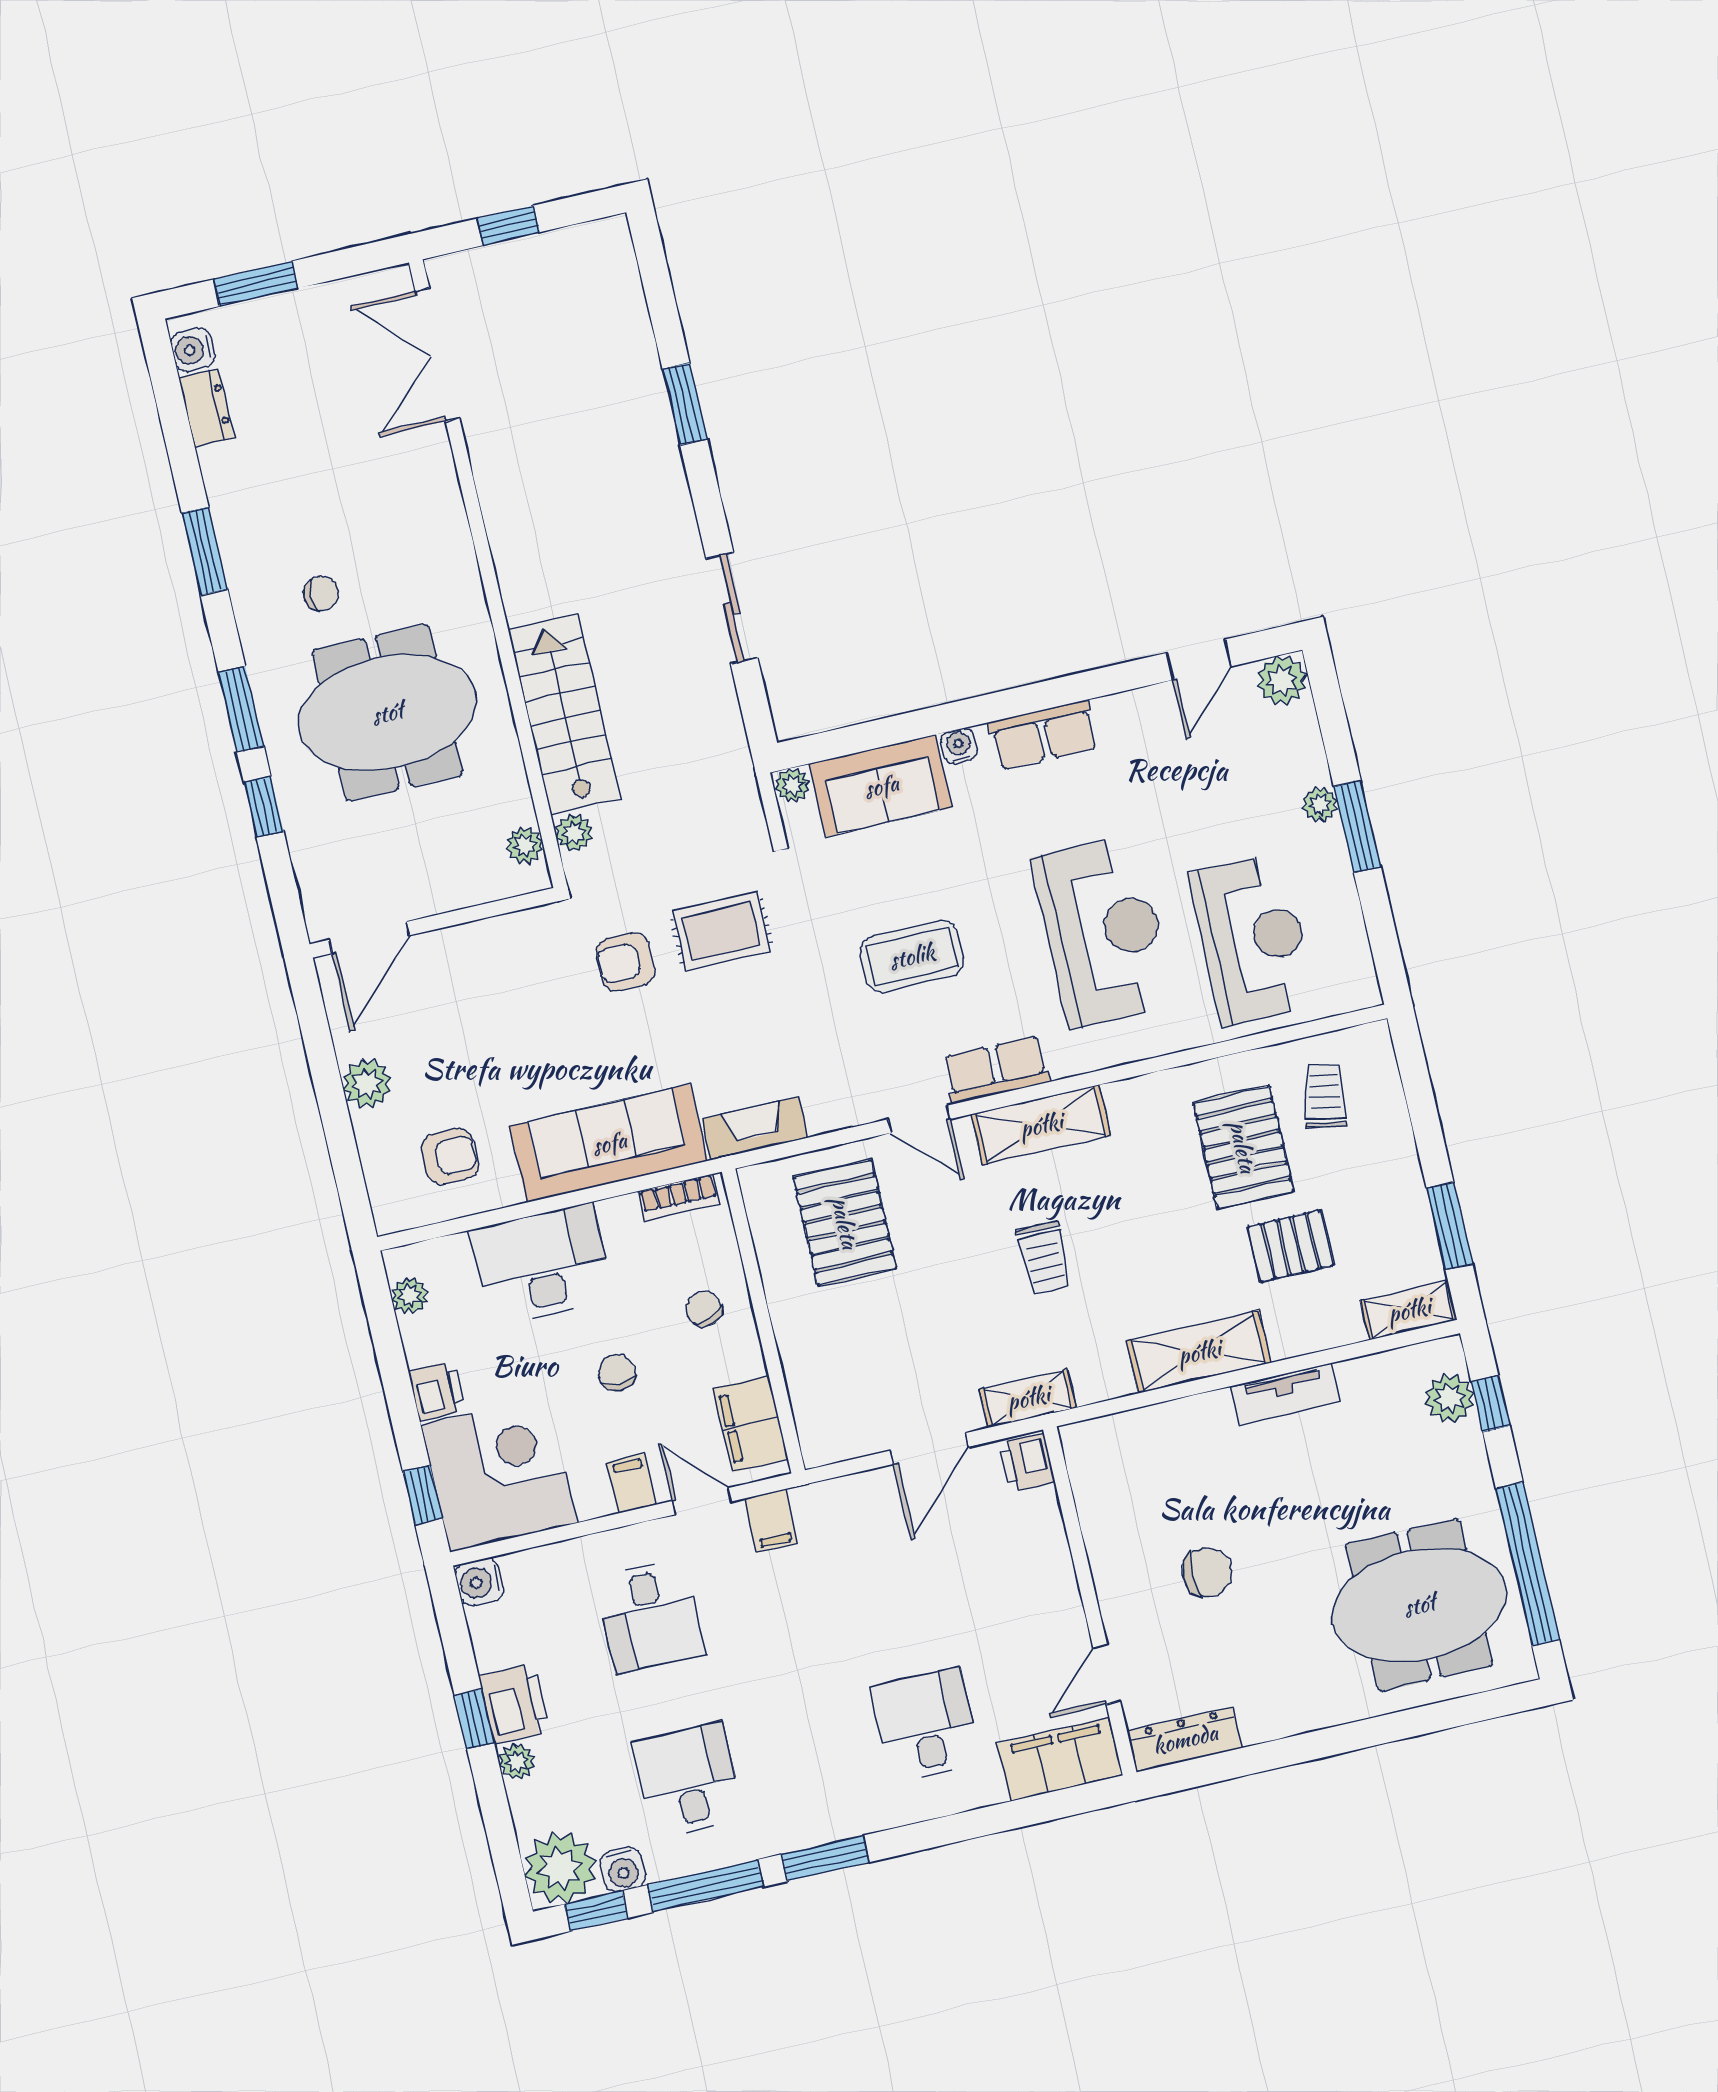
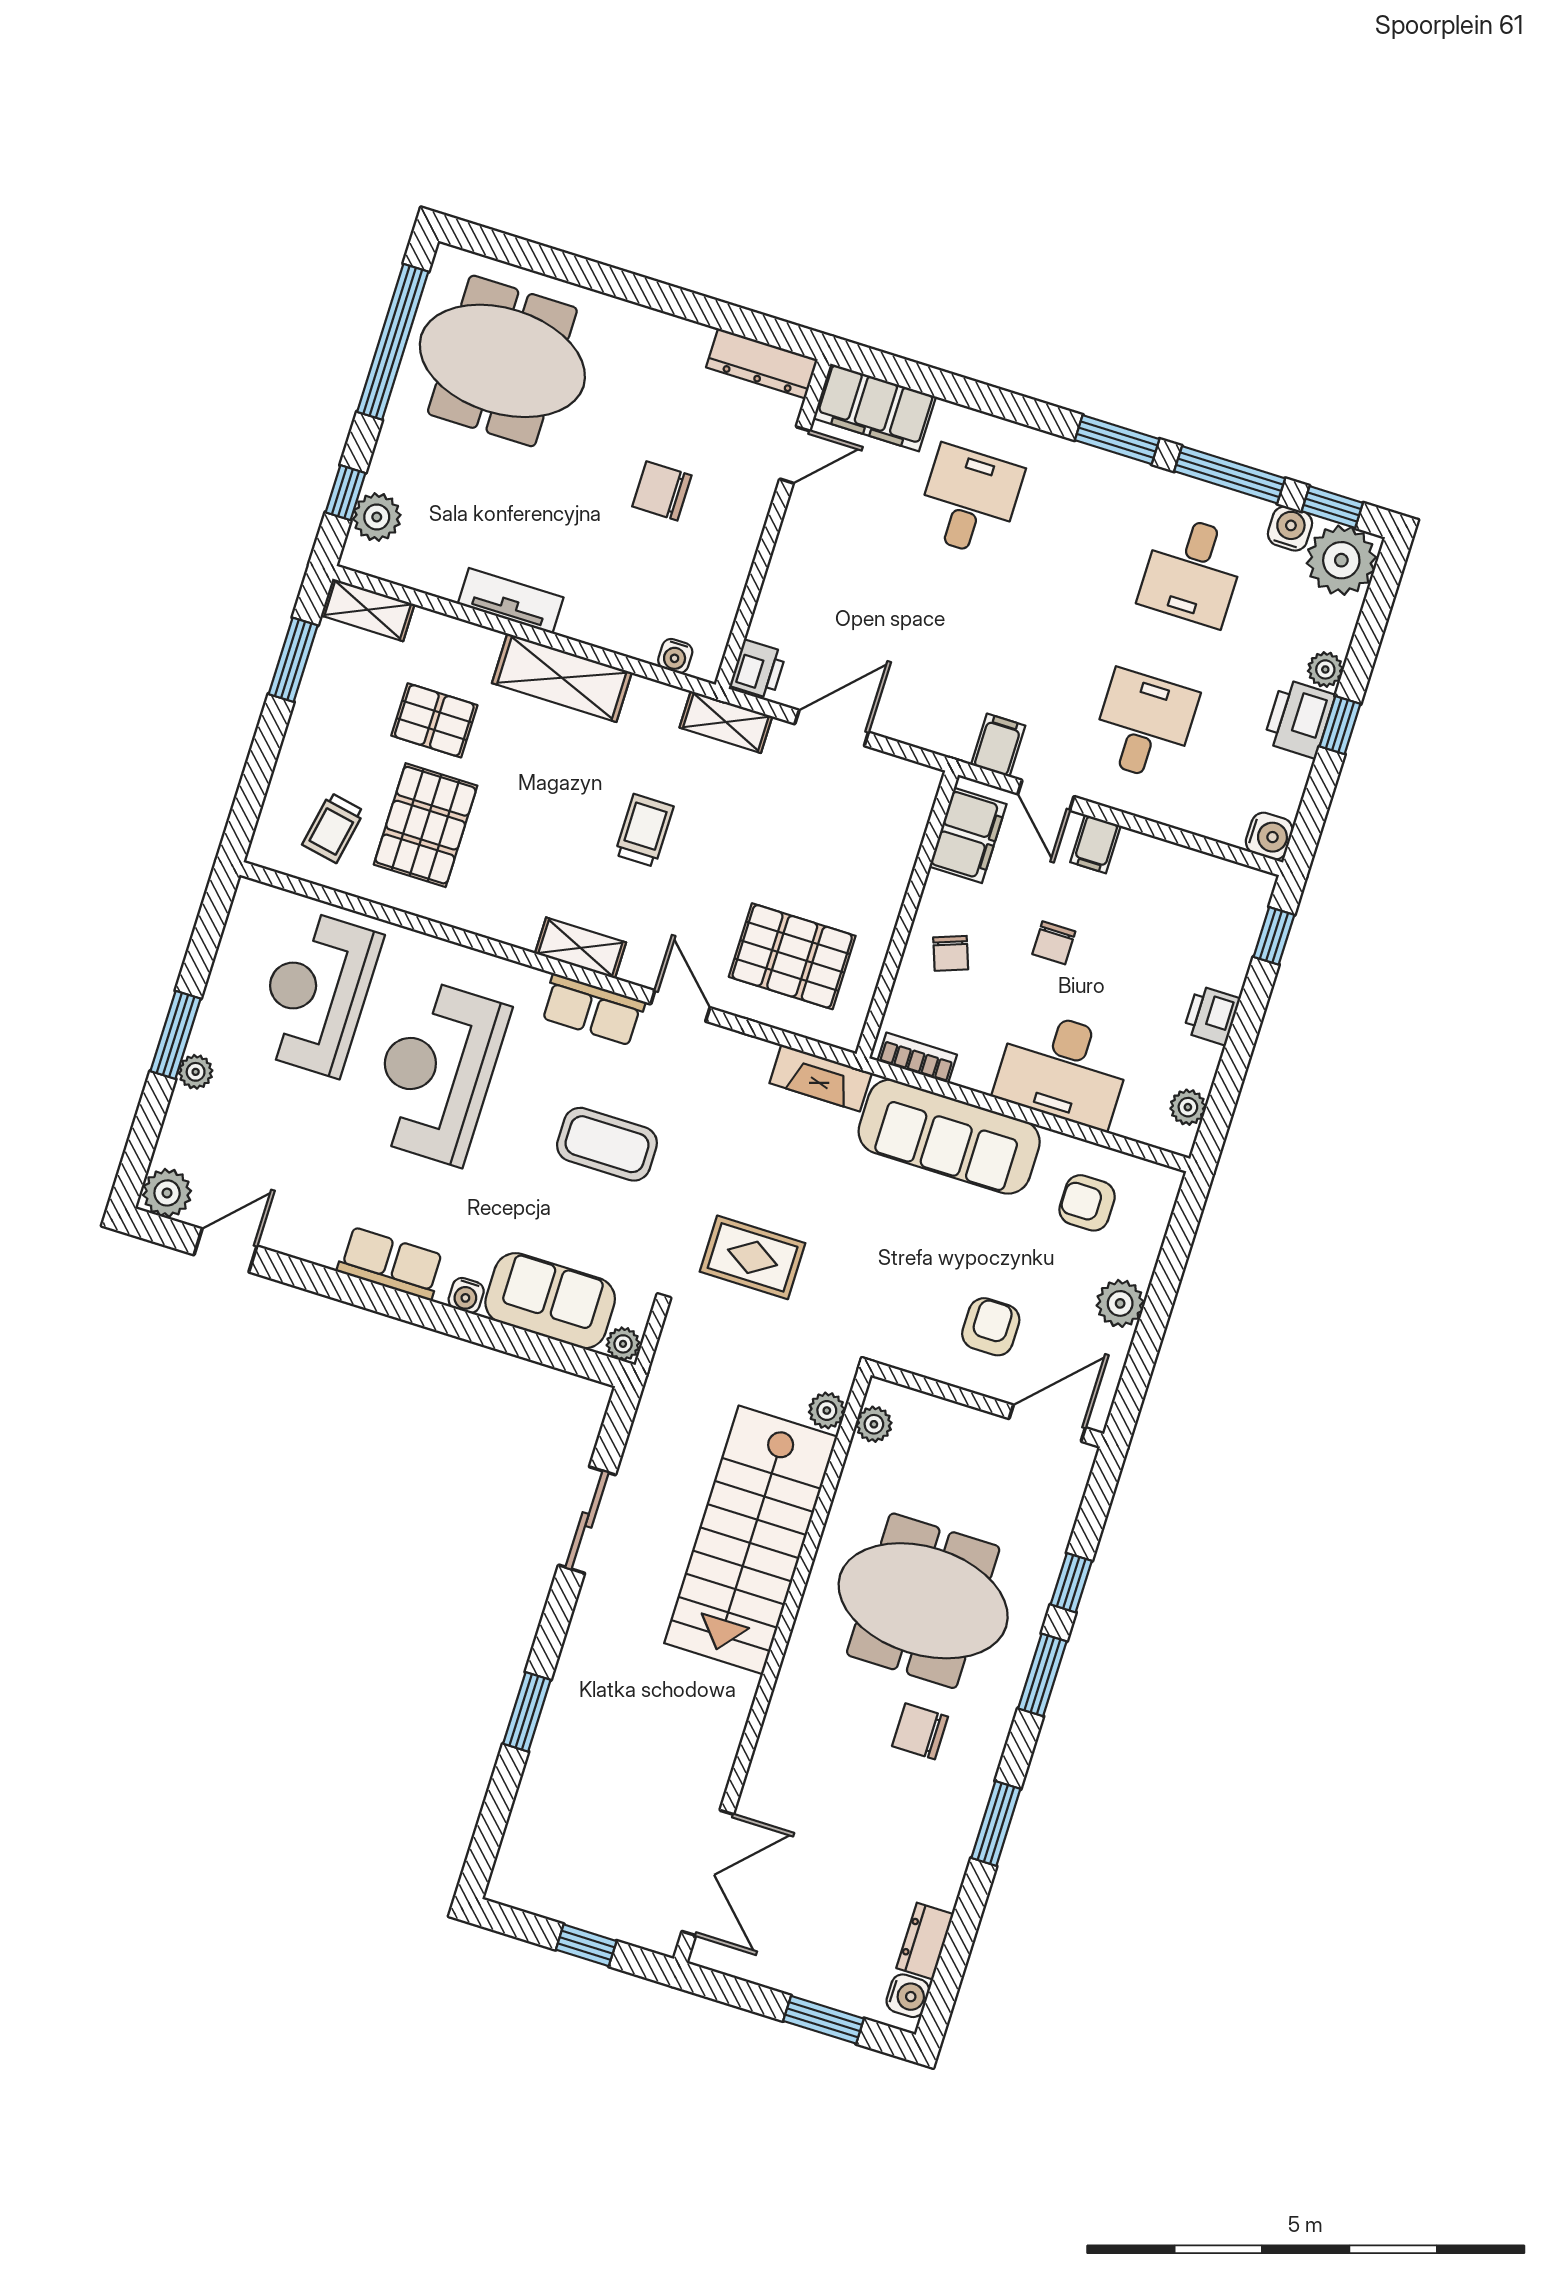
chair: (321, 594) -> (920, 1731), width x1.37, depth x1.37
stairs: (564, 714) -> (751, 1540), width x1.36, depth x1.51
armchair: (625, 962) -> (991, 1327), moved, turned -90
shelving: (1041, 1125) -> (580, 948), width x0.67, depth x0.75
pallet: (845, 1223) -> (792, 956), turned 90
water cooler: (1108, 1431) -> (675, 656), added
corner desk: (499, 1474) -> (1201, 916), removed
desk: (926, 1725) -> (969, 501), turned 180

